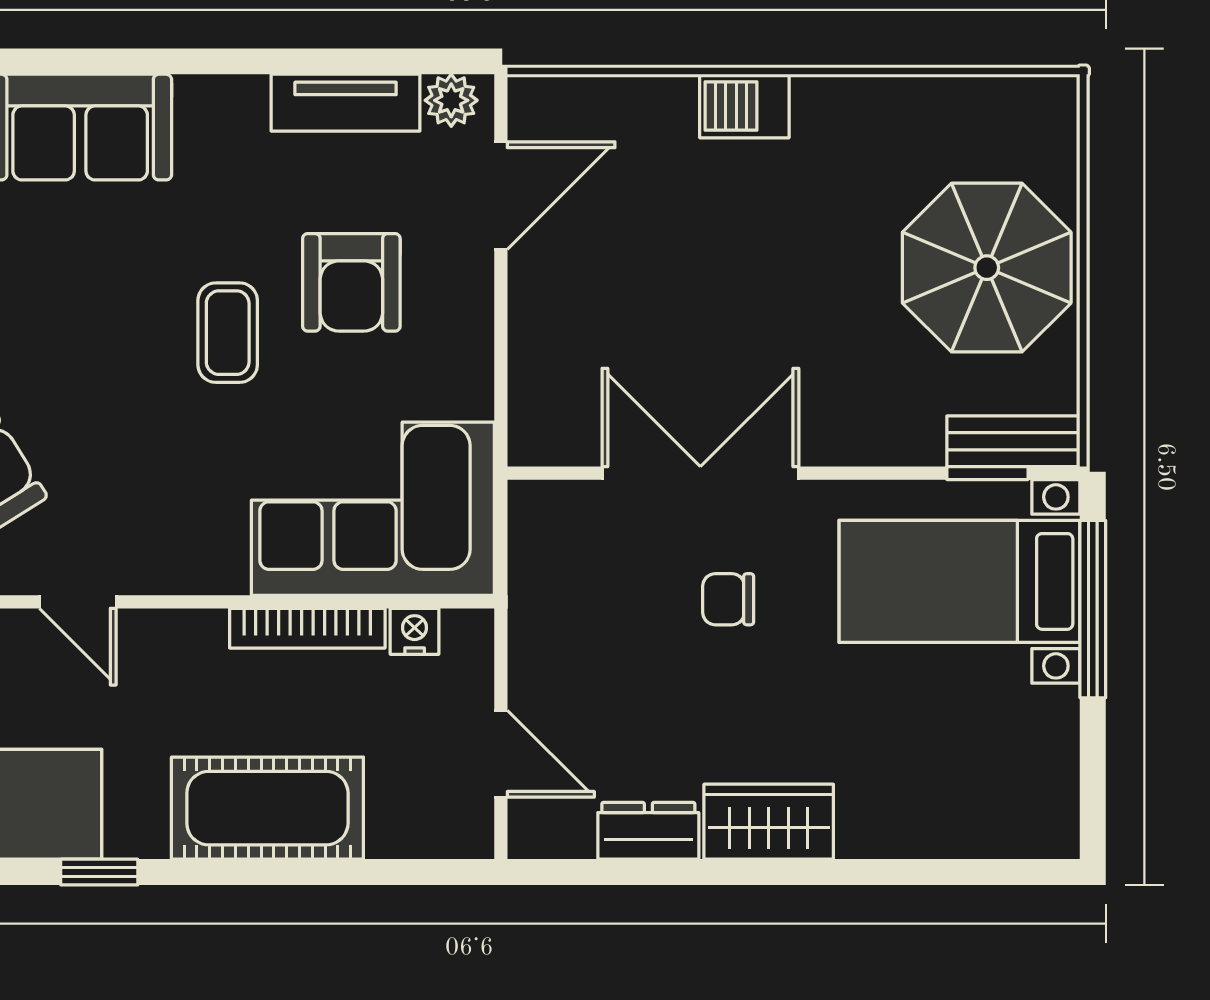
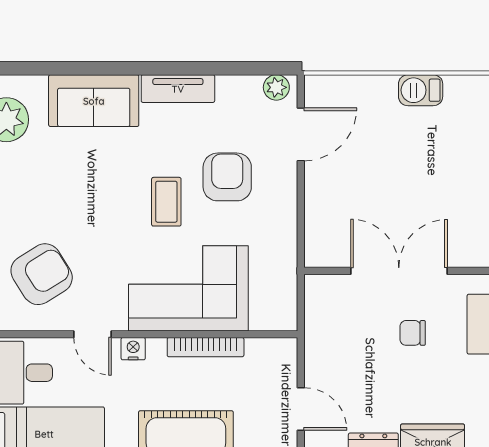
tv unit: (346, 103) -> (178, 89), moved
armchair: (351, 282) -> (227, 177), turned 180
corner sofa: (373, 509) -> (188, 288), moved
nightstand: (415, 631) -> (133, 349), moved

